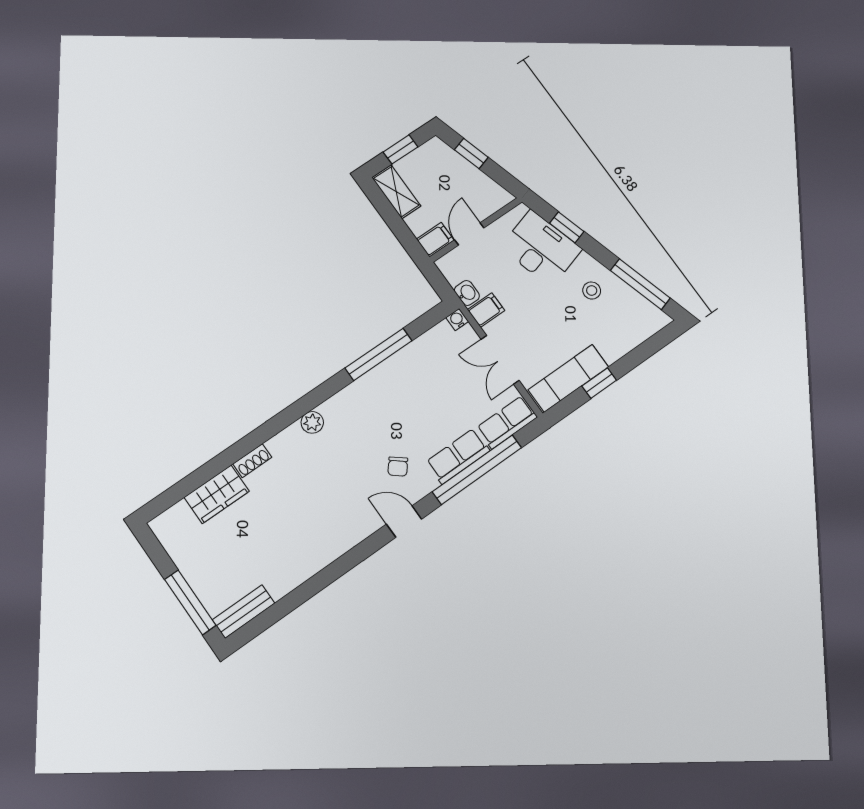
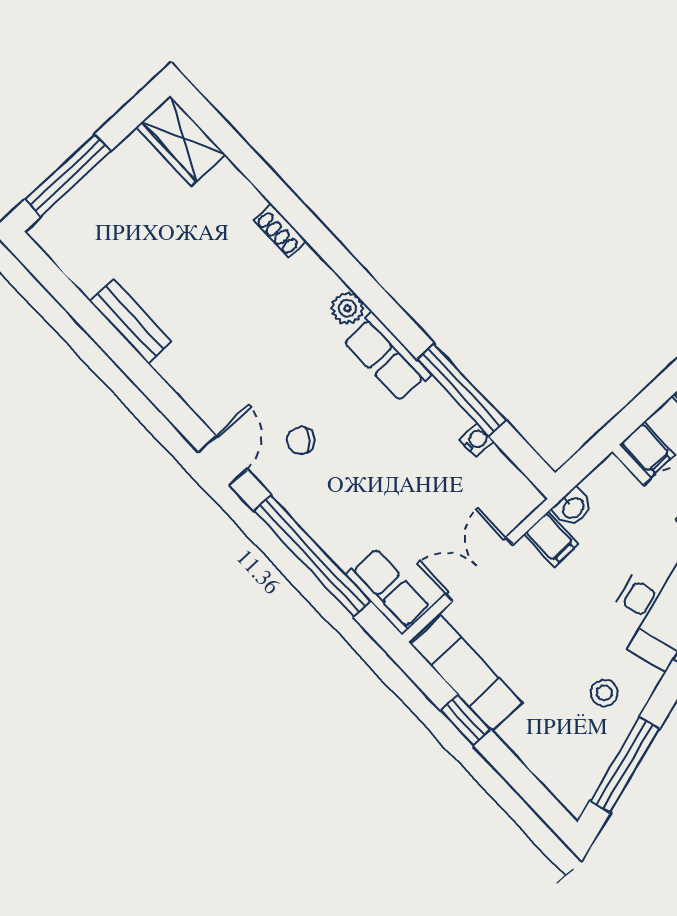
water cooler: (457, 320) -> (476, 440), moved
row of seats: (458, 456) -> (387, 357), moved, turned 180
wardrobe: (217, 494) -> (181, 141), moved
bench: (244, 611) -> (131, 321), moved

